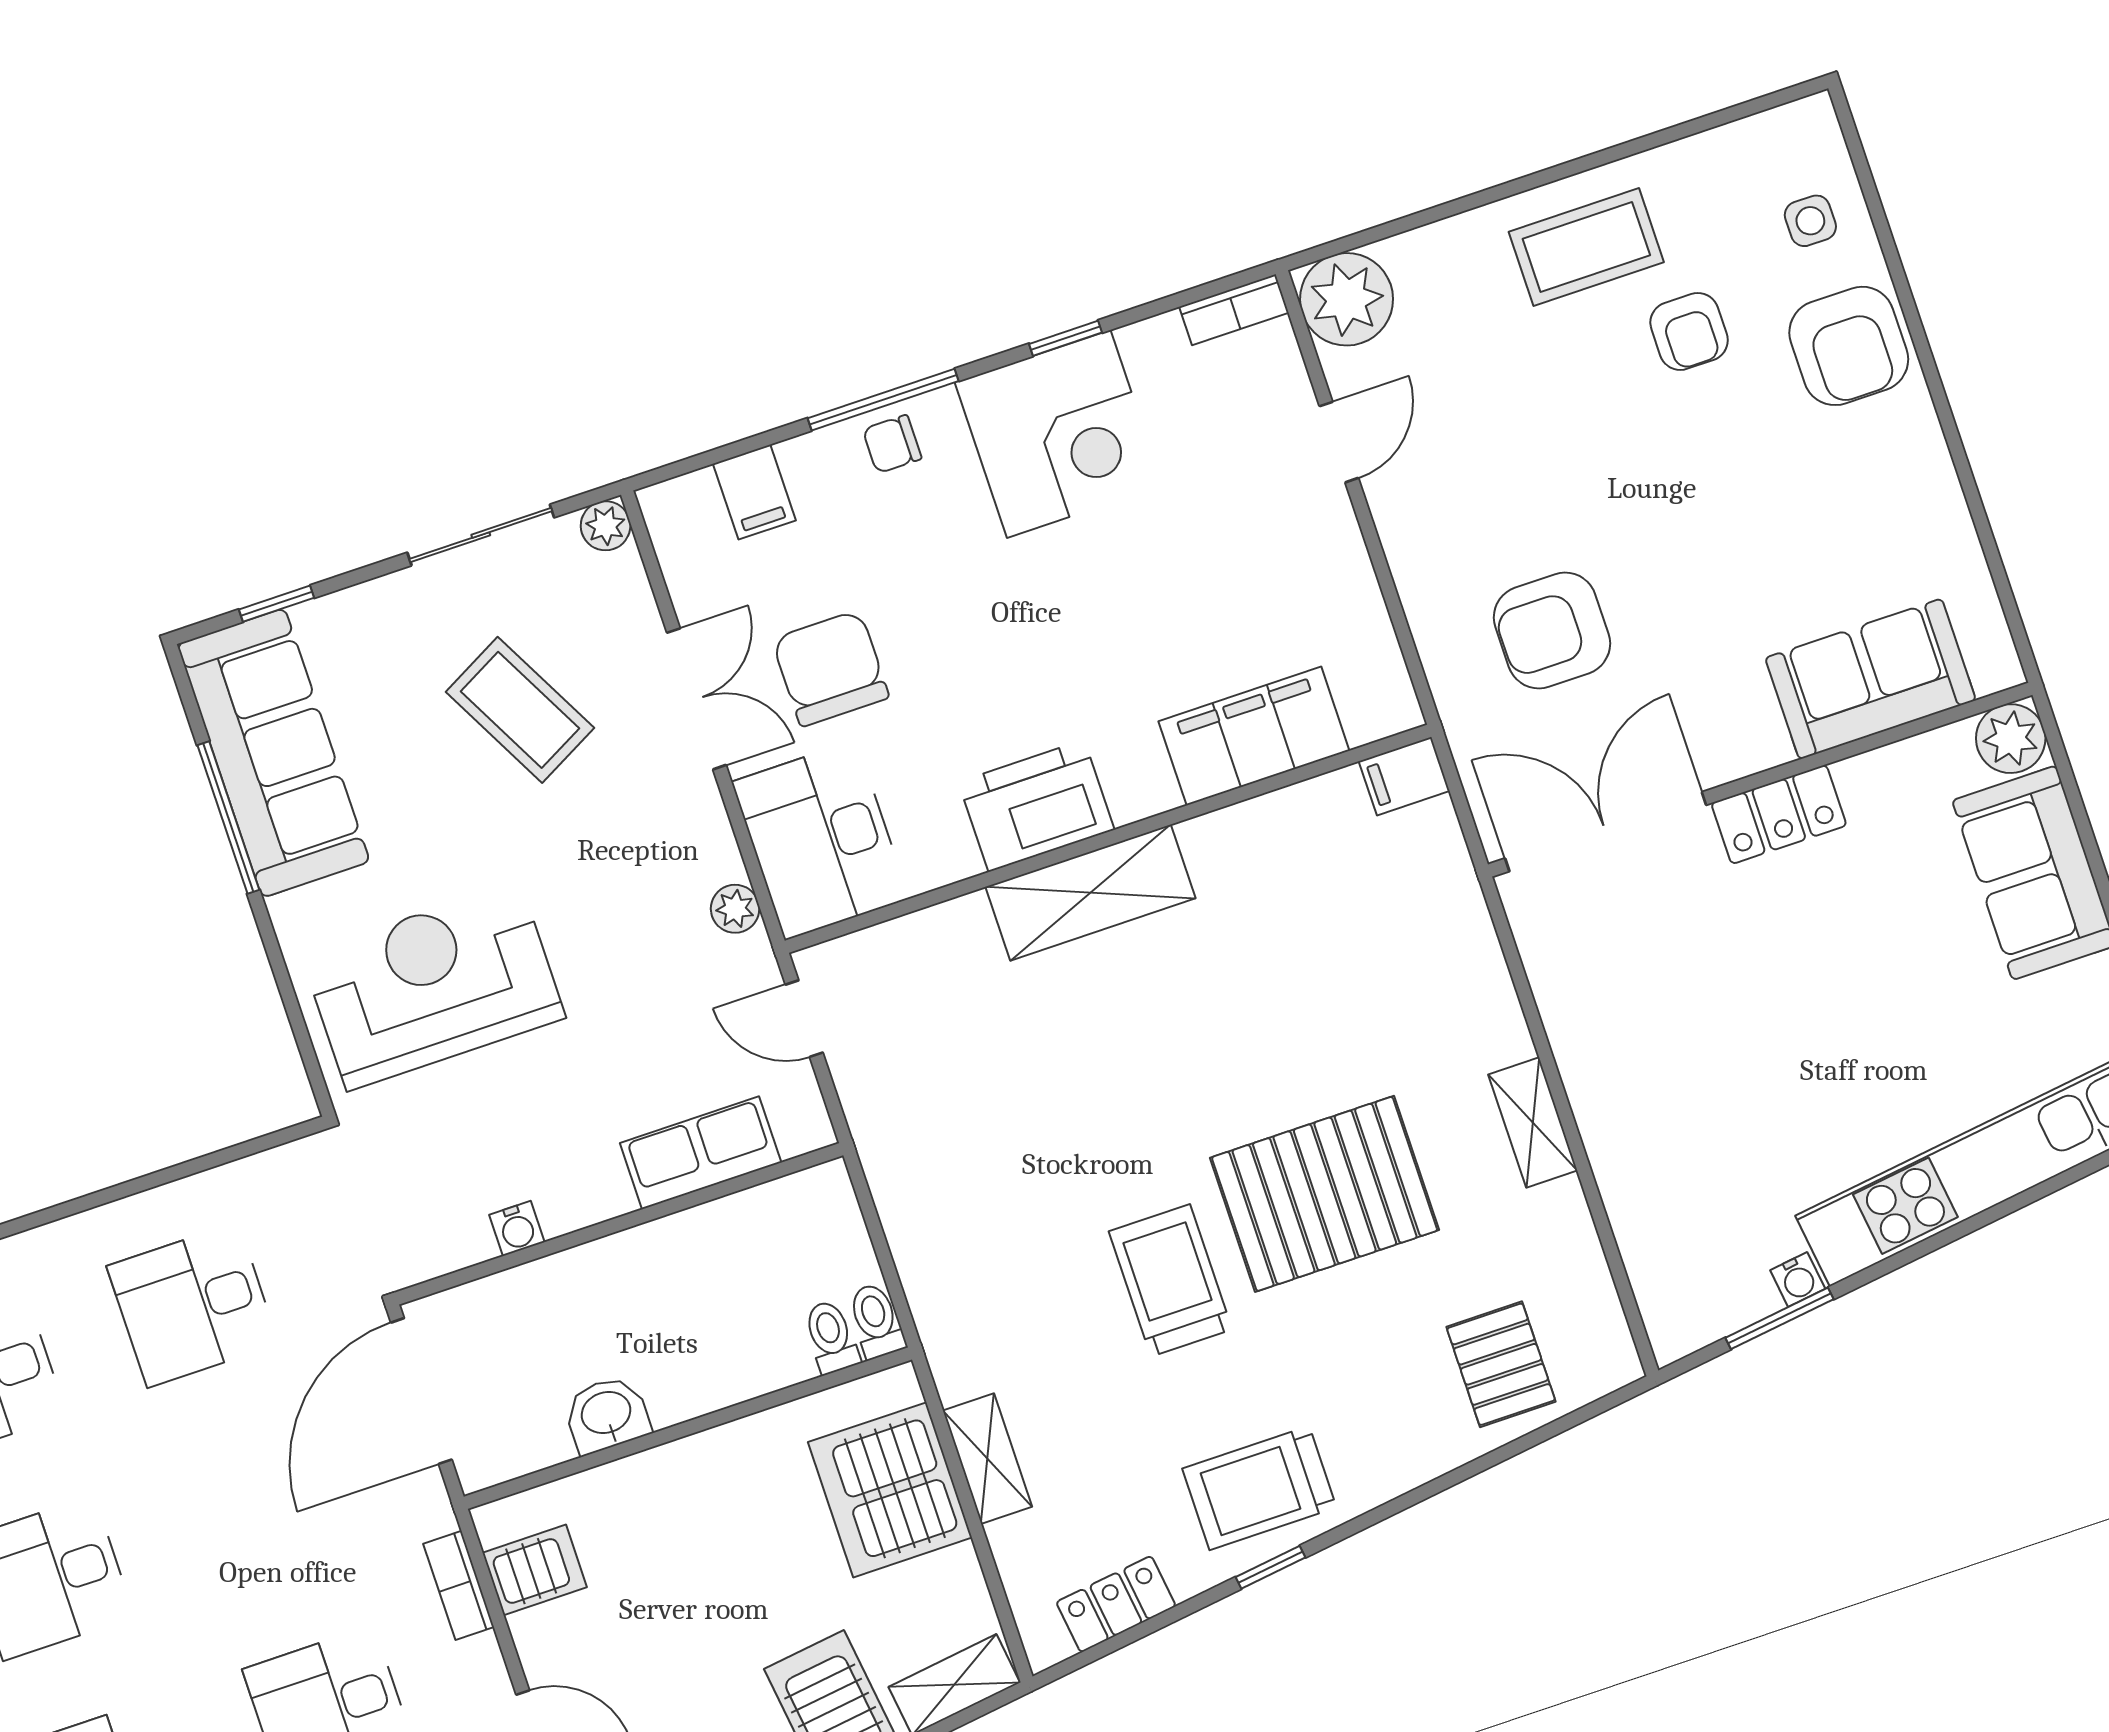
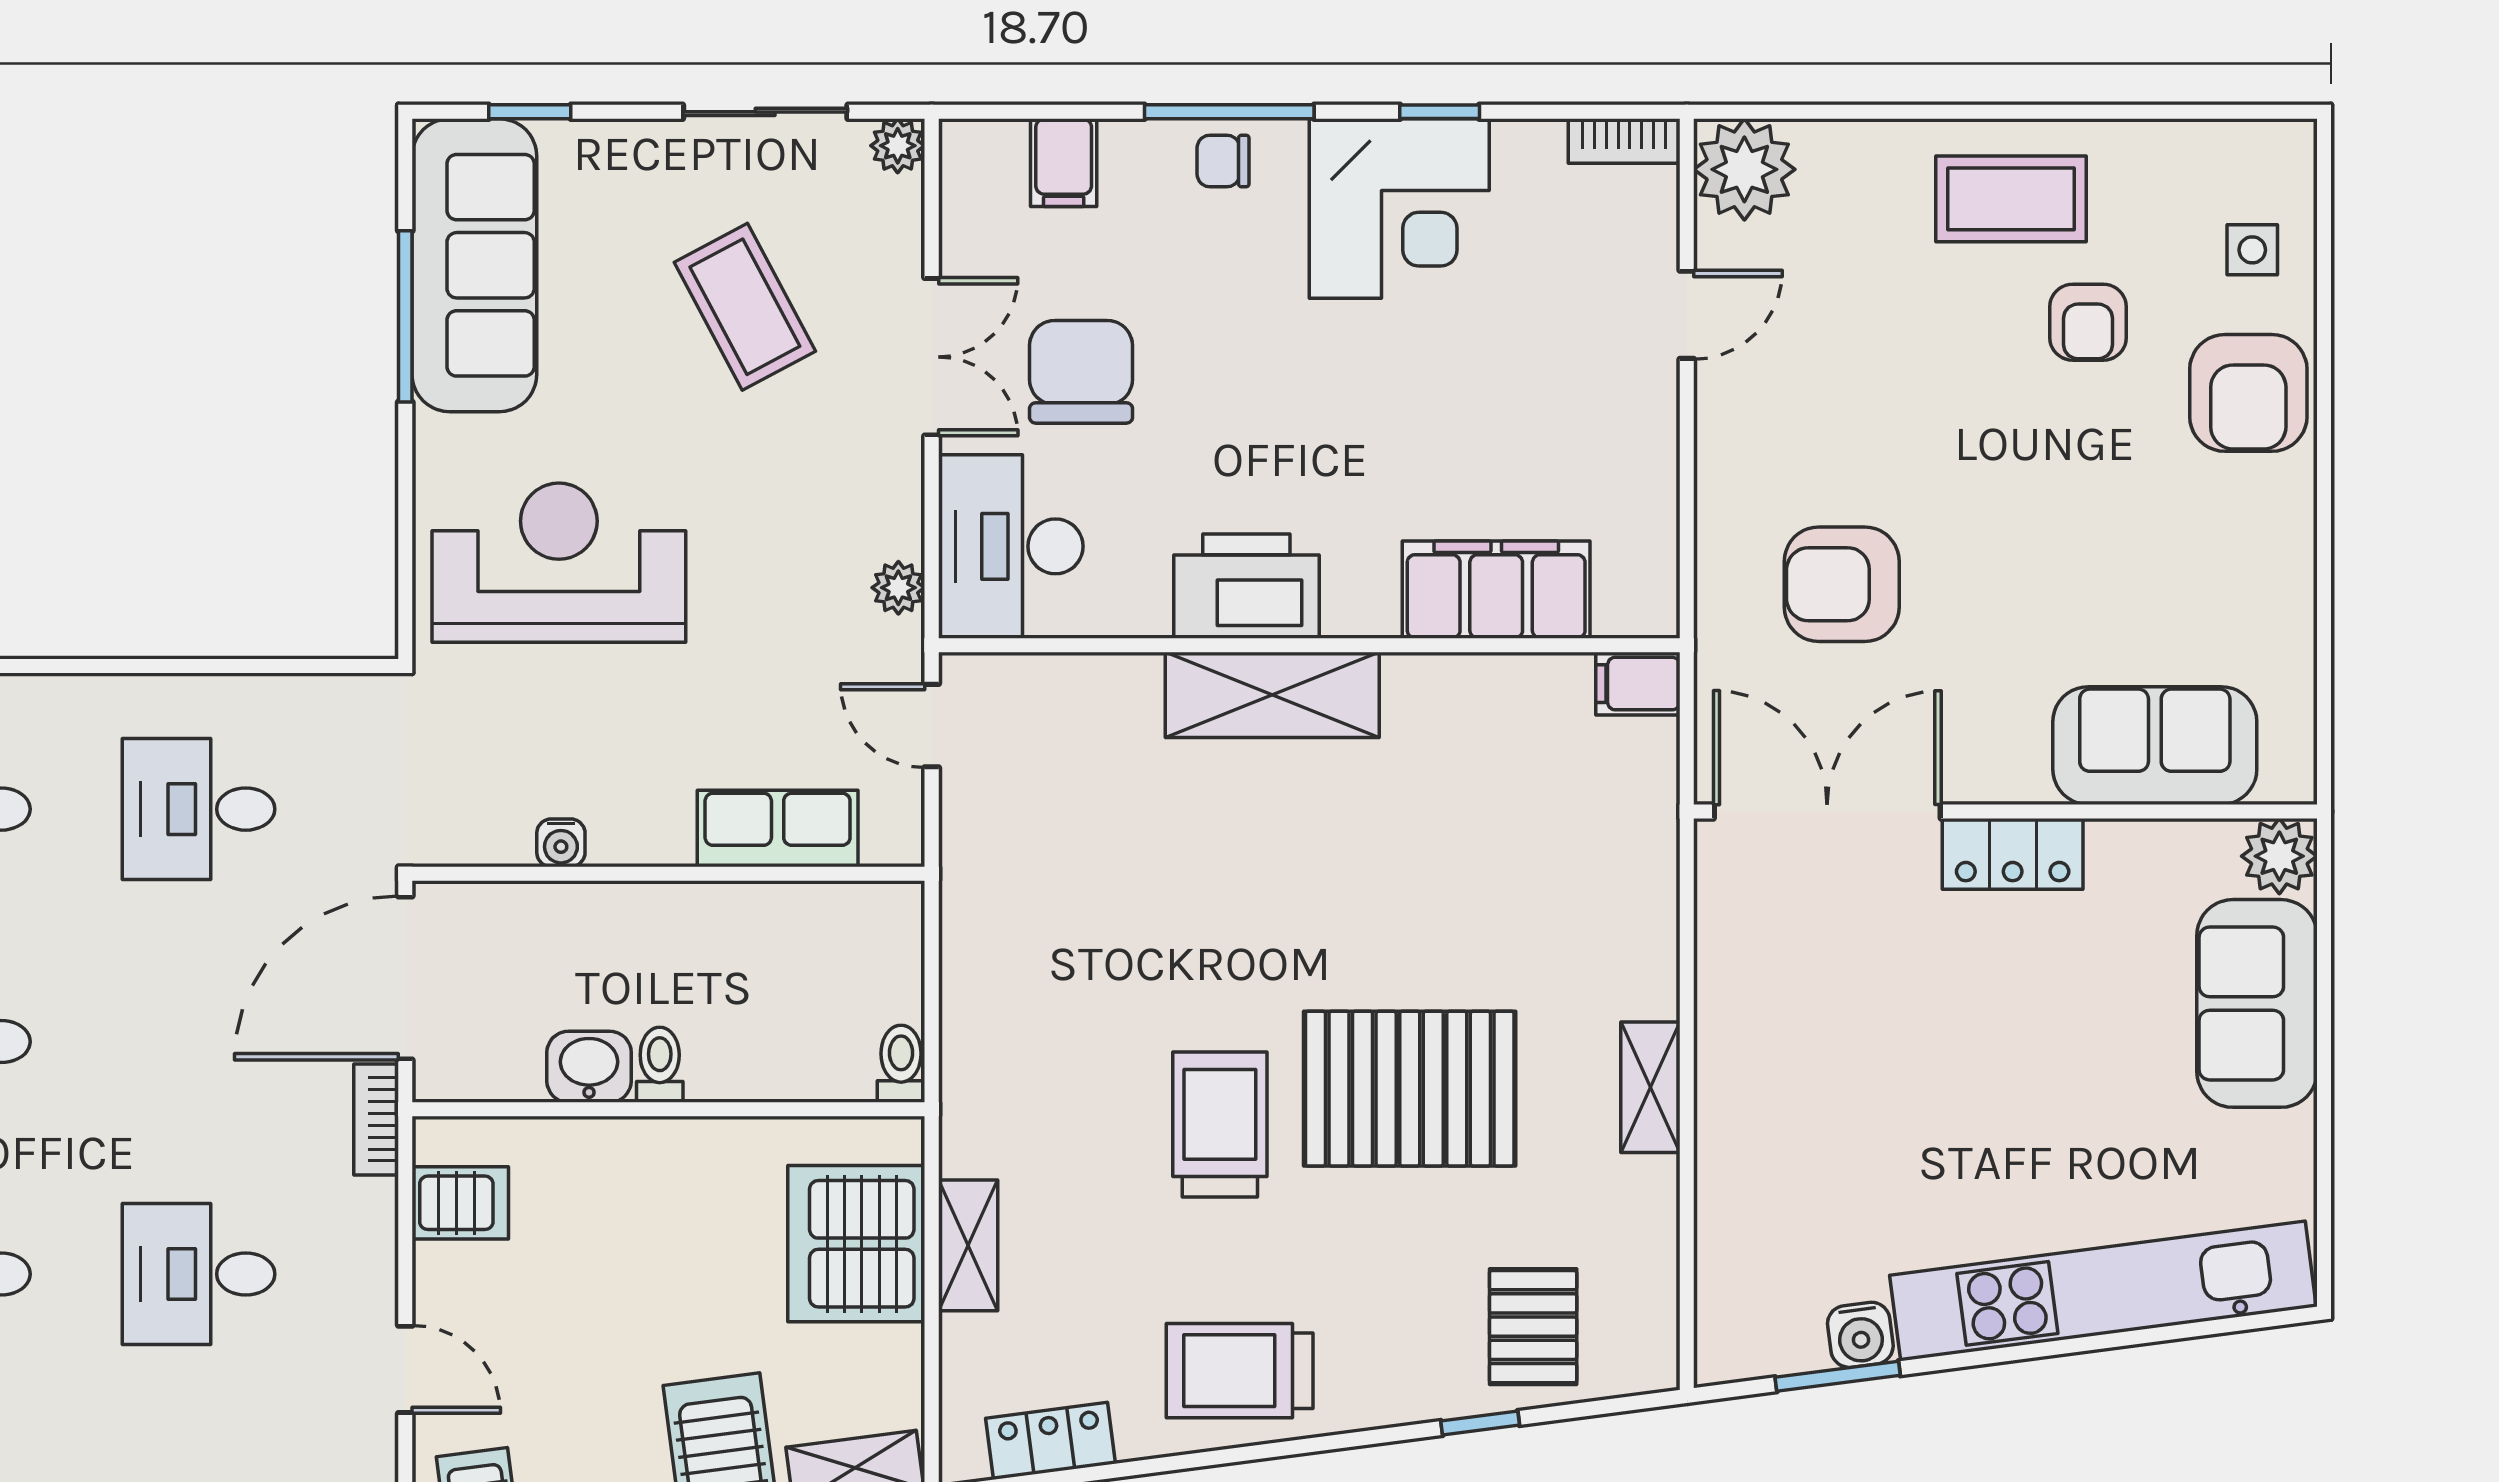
water cooler: (1798, 1279) -> (1860, 1335), width x1.38, depth x1.38
toilet: (831, 1337) -> (660, 1065), moved
window: (1271, 1567) -> (1480, 1423), moved
bookcase: (459, 1585) -> (376, 1119), moved

